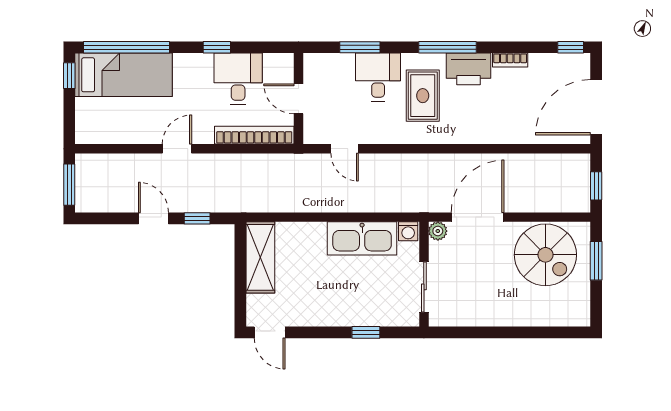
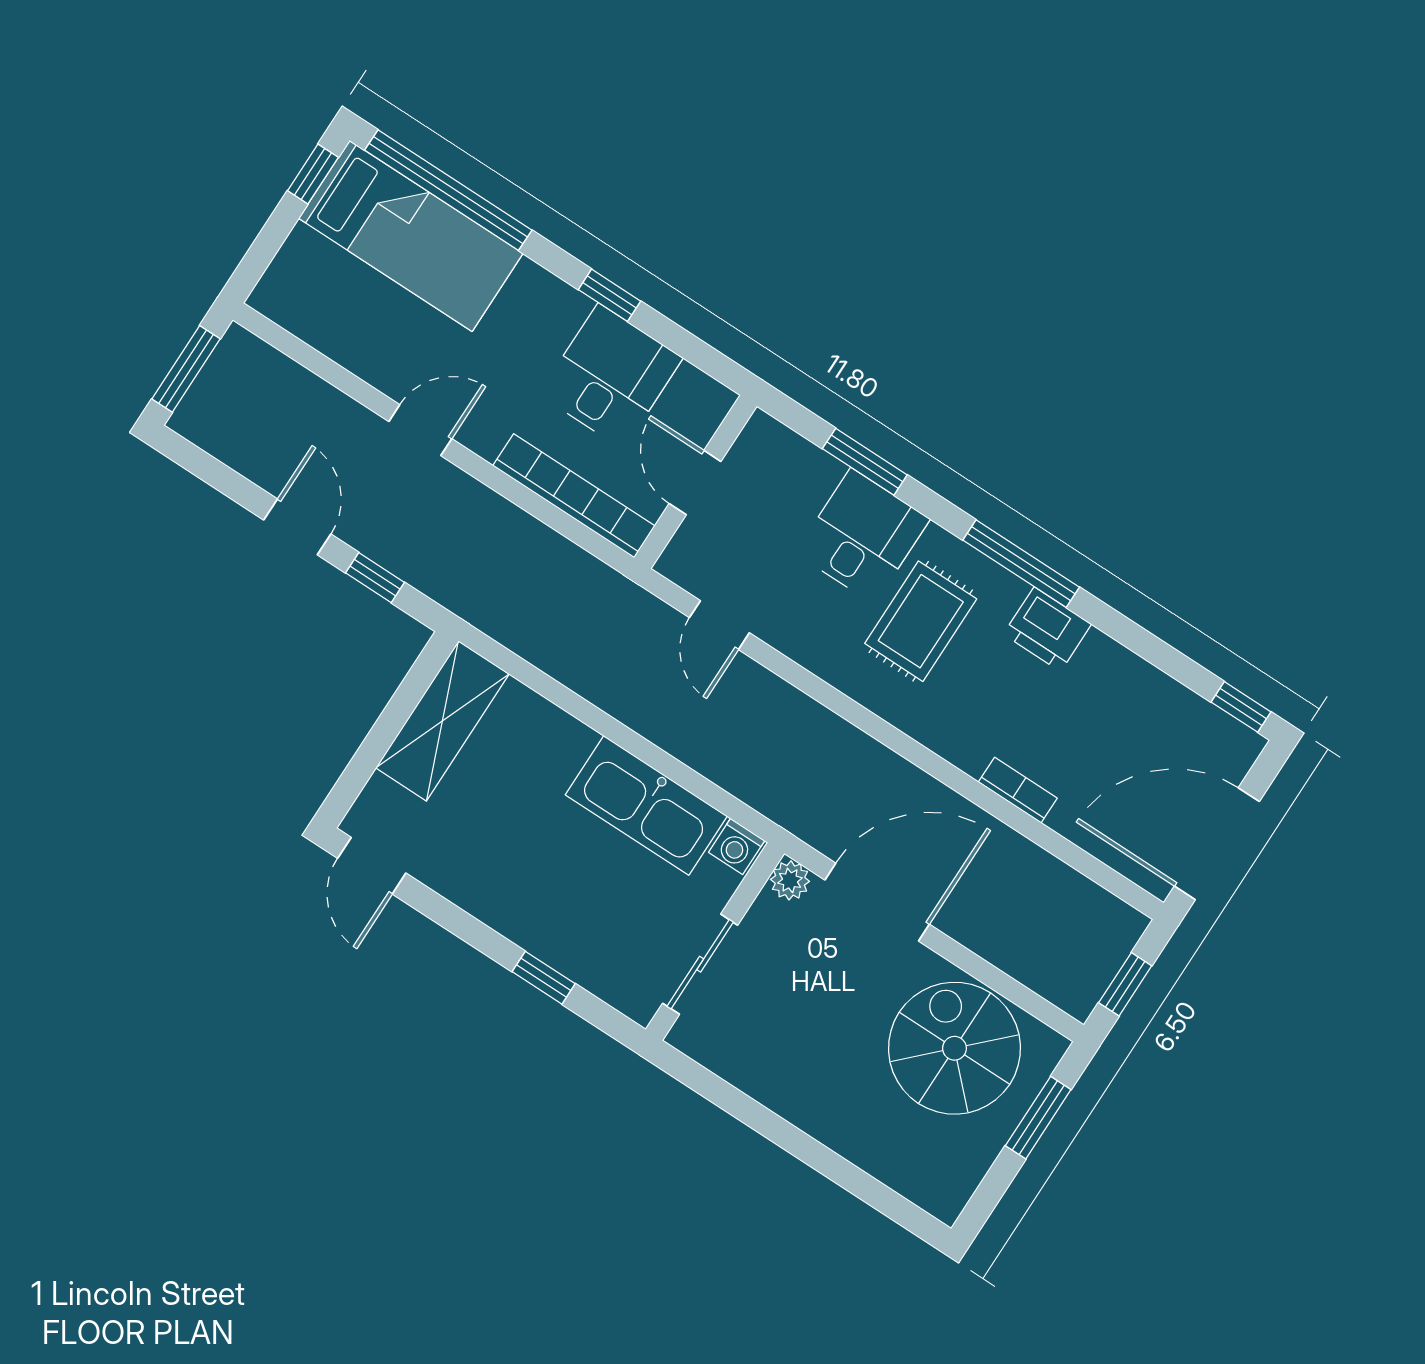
bookcase: (510, 60) -> (1018, 790), moved, turned 180
printer: (469, 69) -> (1047, 629), width x0.73, depth x0.84
spiral stairs: (545, 255) -> (954, 1048), turned 180

